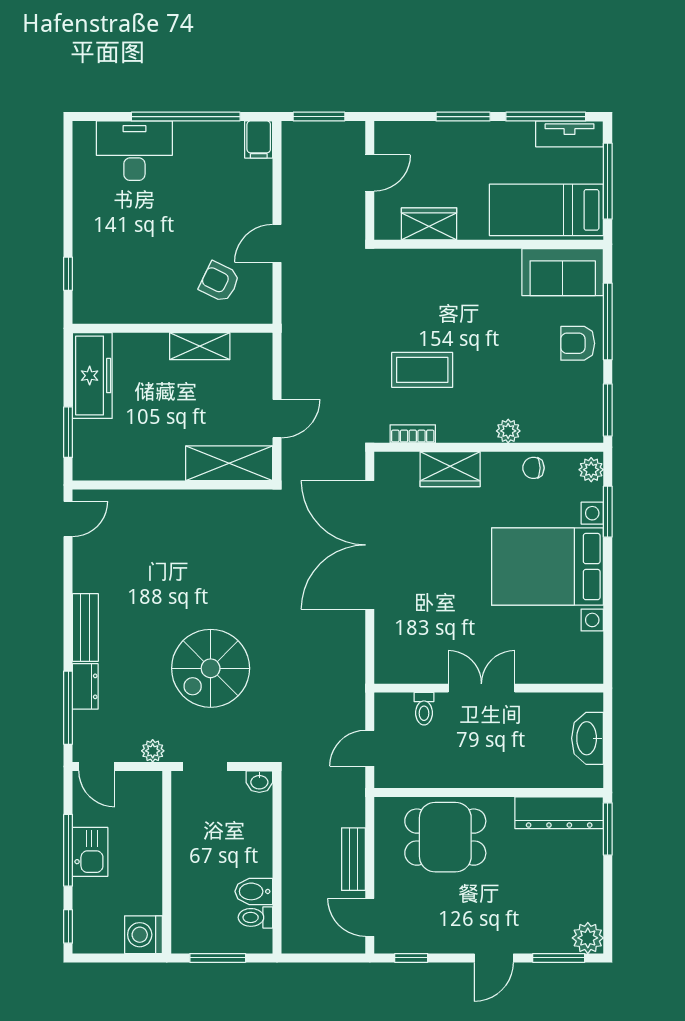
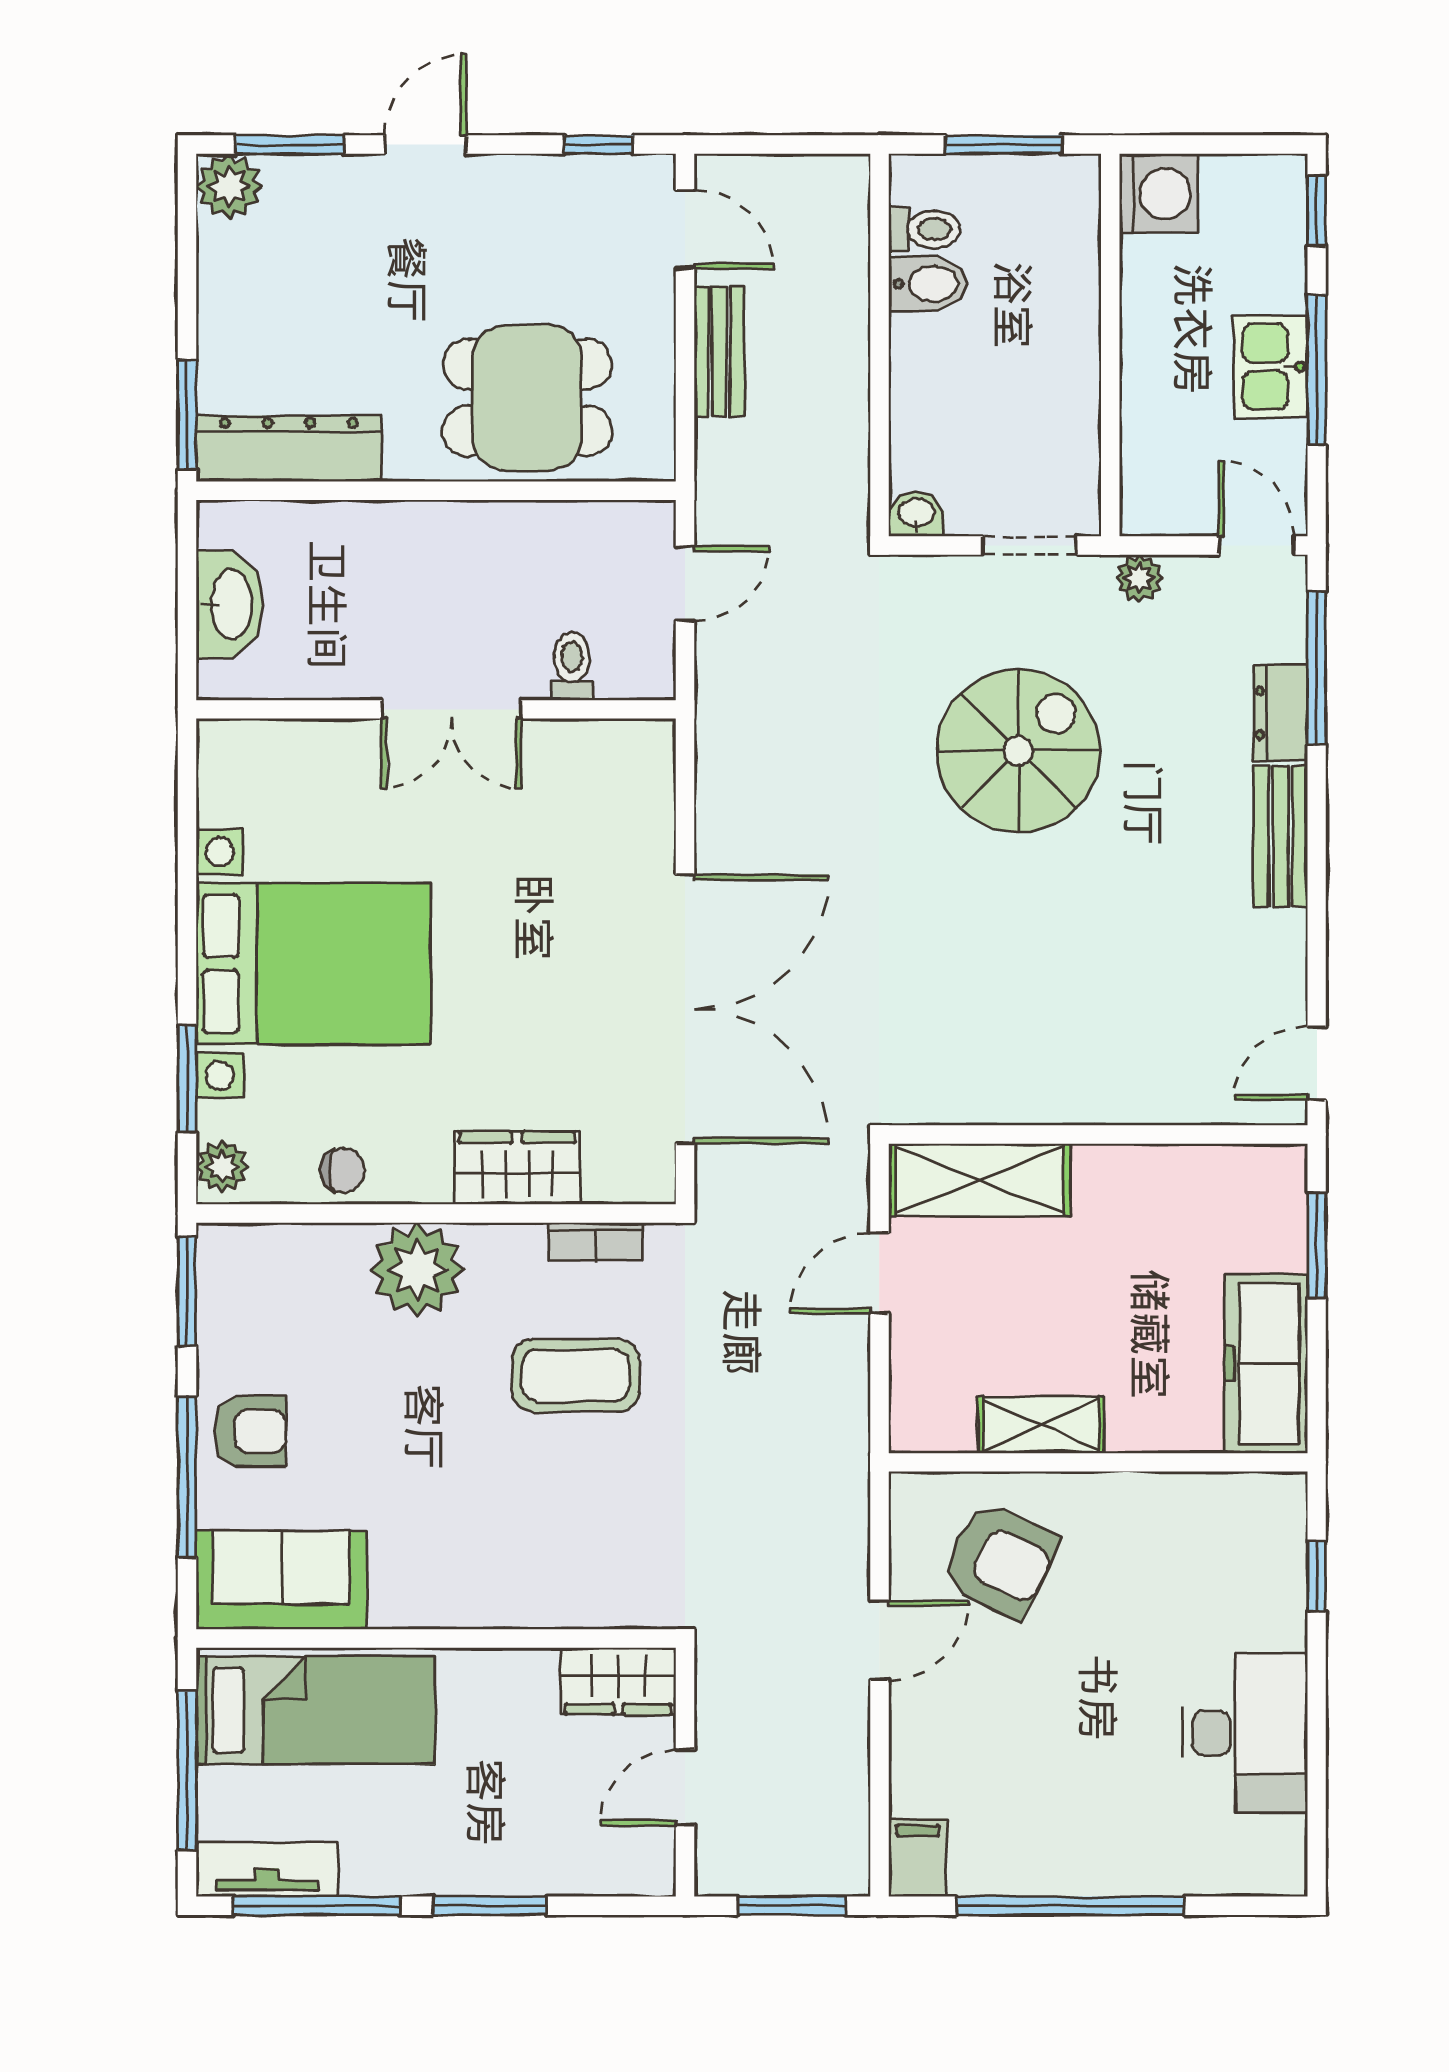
desk: (134, 151) -> (1245, 1733), moved, turned -90
wardrobe: (429, 224) -> (618, 1681), moved
armchair: (219, 282) -> (1000, 1560), width x1.38, depth x1.38
plant: (508, 431) -> (417, 1269), width x1.87, depth x1.87

